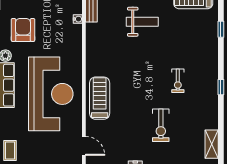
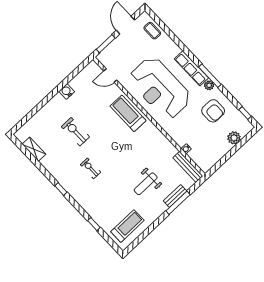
treadmill: (100, 98) -> (128, 113), turned 180

